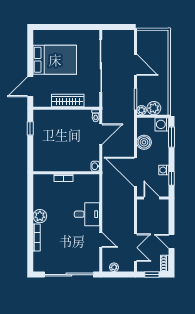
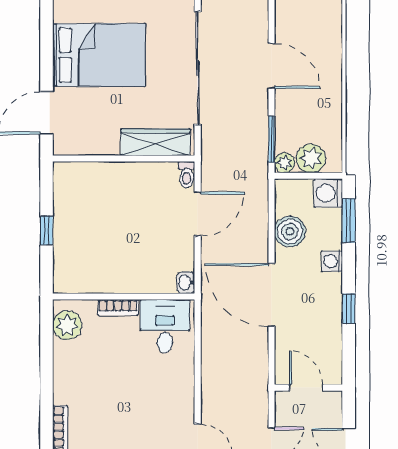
wardrobe: (68, 101) -> (155, 142), moved
window: (30, 128) -> (47, 230), moved
washing machine: (164, 170) -> (332, 261), moved
door: (152, 198) -> (306, 388), moved
wall: (153, 198) -> (308, 388), moved
desk: (87, 214) -> (165, 326), moved, turned -90
plant: (40, 216) -> (67, 325), moved

